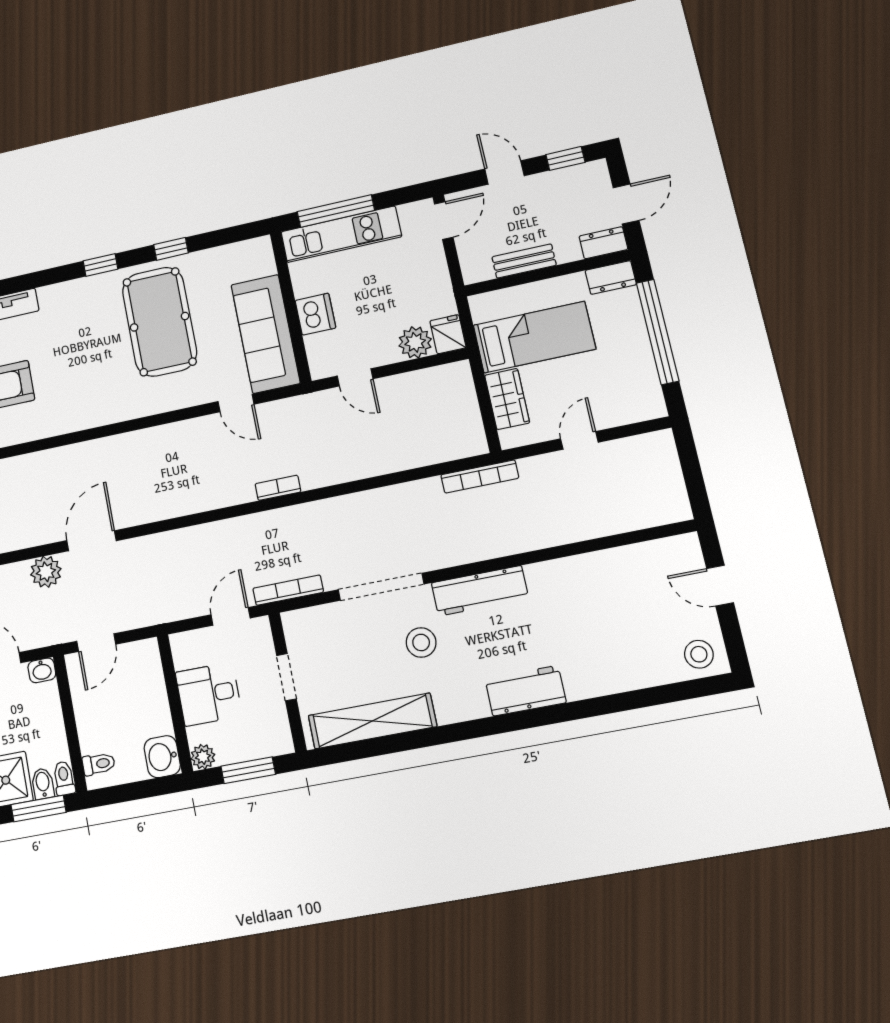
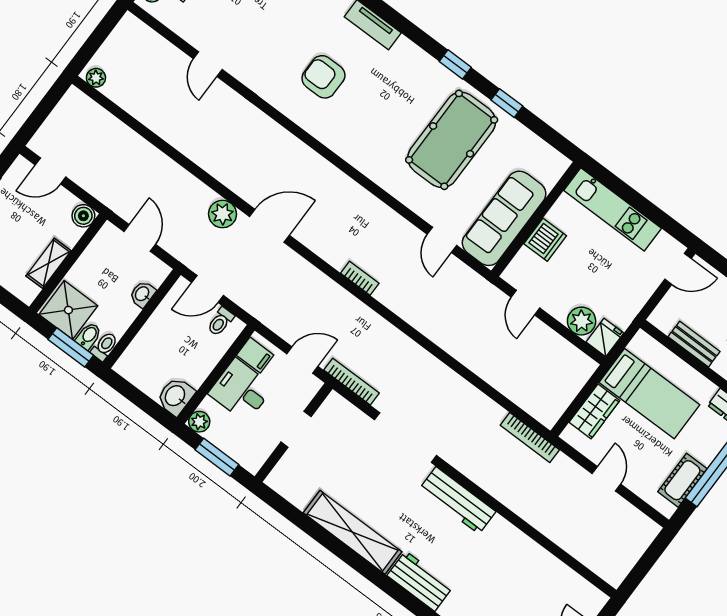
window: (336, 211) -> (625, 192), removed
cot: (642, 374) -> (682, 480), added
door: (579, 440) -> (606, 479), hinge flipped
bookcase: (278, 488) -> (360, 278), moved
stool: (421, 642) -> (393, 493), removed
filing cabinet: (189, 654) -> (255, 355), added
washbasin: (42, 670) -> (142, 294), moved, turned 90
shelving: (372, 721) -> (353, 532), moved
toilet: (99, 764) -> (220, 322), moved, turned 90

